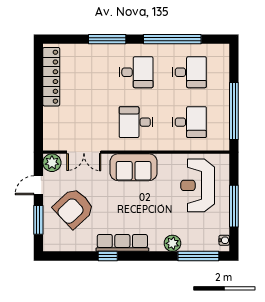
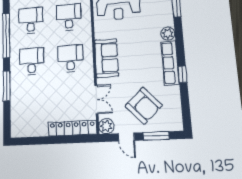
locker: (51, 77) -> (72, 128), moved
desk: (136, 122) -> (70, 59), turned 180
plant: (172, 243) -> (168, 34), moved

